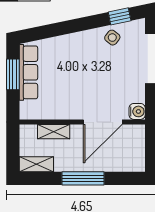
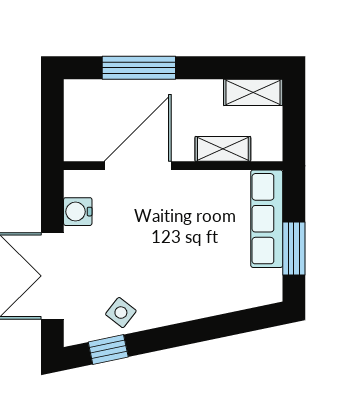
row of seats: (28, 72) -> (267, 219), moved
water cooler: (137, 111) -> (78, 212), moved
window: (83, 178) -> (139, 68), moved

